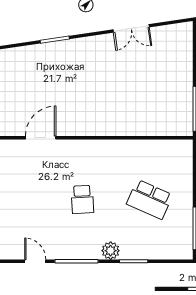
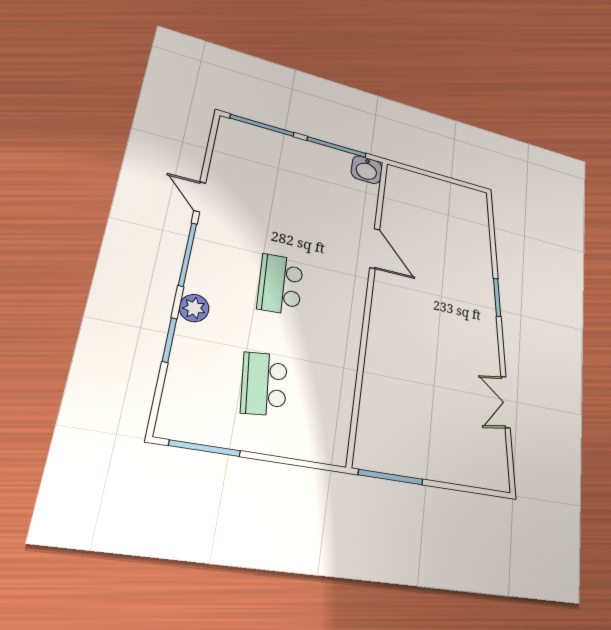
school desk: (82, 199) -> (280, 284), width x1.85
school desk: (150, 199) -> (264, 384), turned -30
door: (35, 261) -> (200, 197), swing flipped

